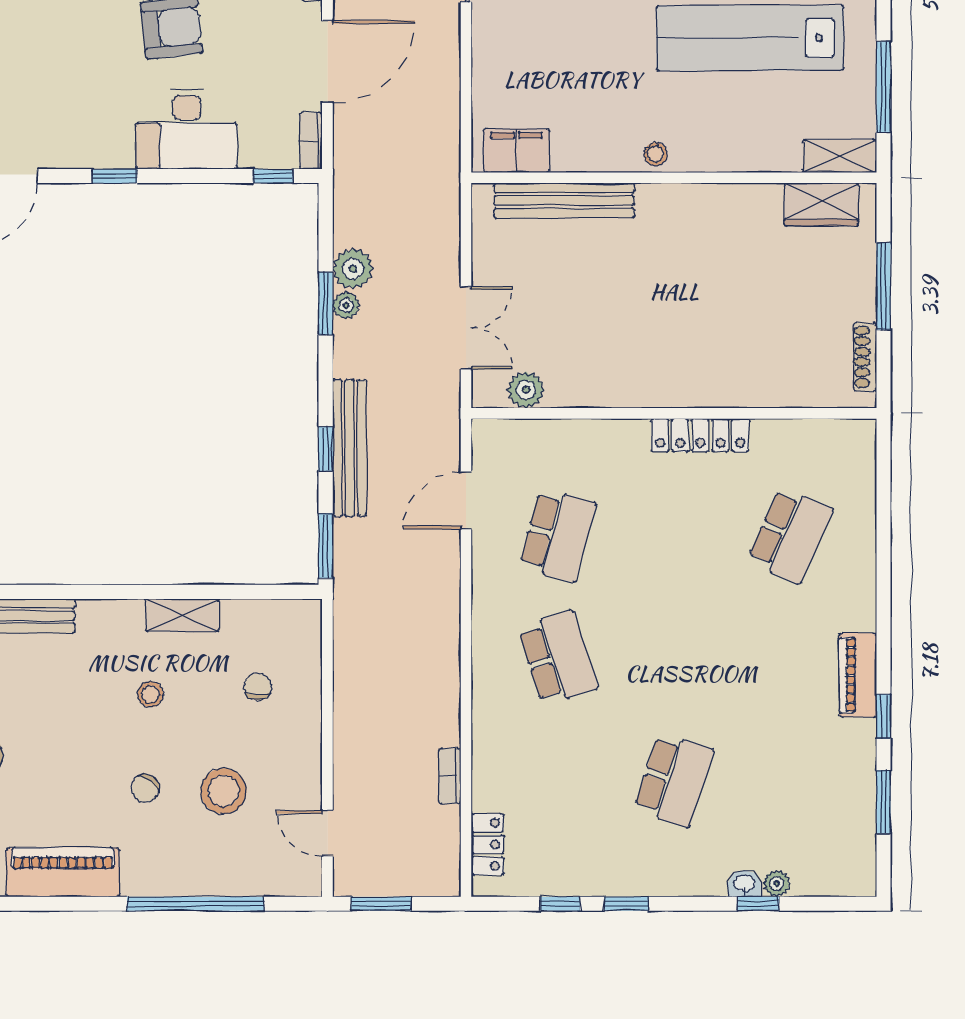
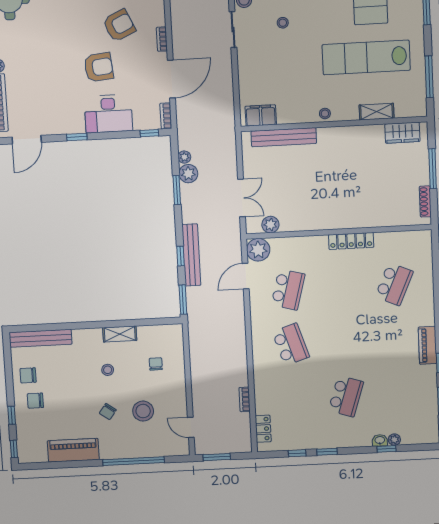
shelving: (840, 156) -> (377, 112), moved
plant: (346, 305) -> (184, 157), moved
plant: (496, 444) -> (258, 250), added

